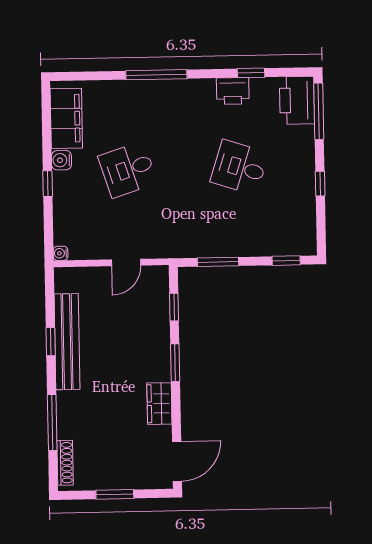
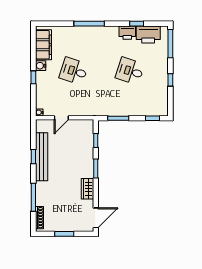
printer: (297, 100) -> (148, 35), moved, turned -90
desk: (128, 169) -> (74, 71), turned 36
door: (126, 263) -> (61, 118), moved

